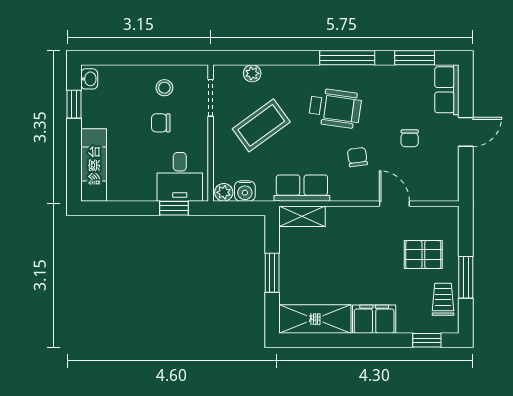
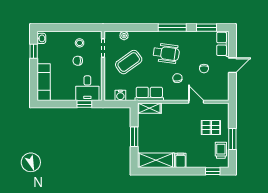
plant: (224, 192) -> (110, 96), removed
filing cabinet: (374, 319) -> (180, 160), width x0.50

